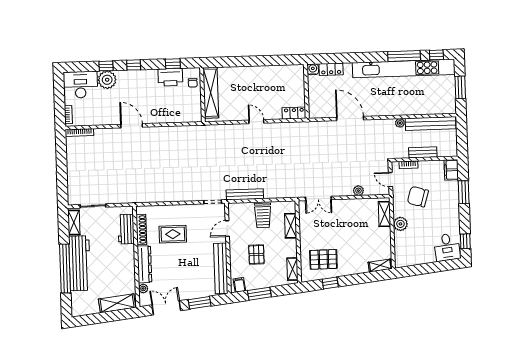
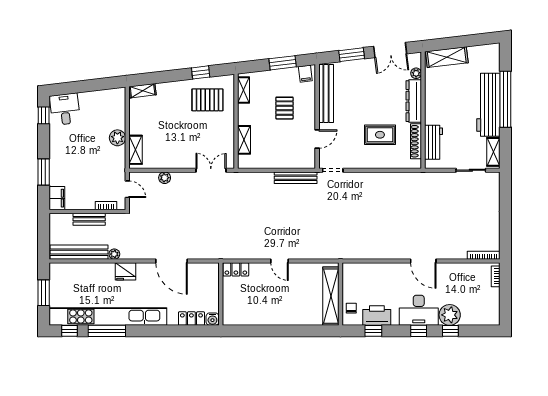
desk: (80, 85) -> (419, 310), moved
fridge: (390, 108) -> (126, 271), added
chair: (418, 197) -> (96, 169), removed
trolley: (263, 215) -> (276, 153), removed

